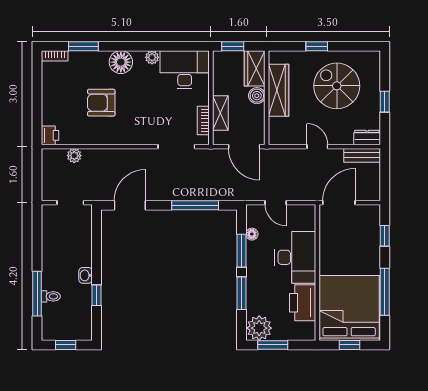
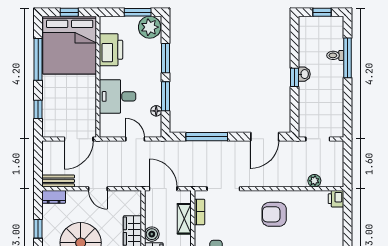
armchair: (101, 103) -> (274, 214), moved, turned 180
desk: (295, 257) -> (118, 96), width x0.73
window: (96, 295) -> (295, 77), moved

